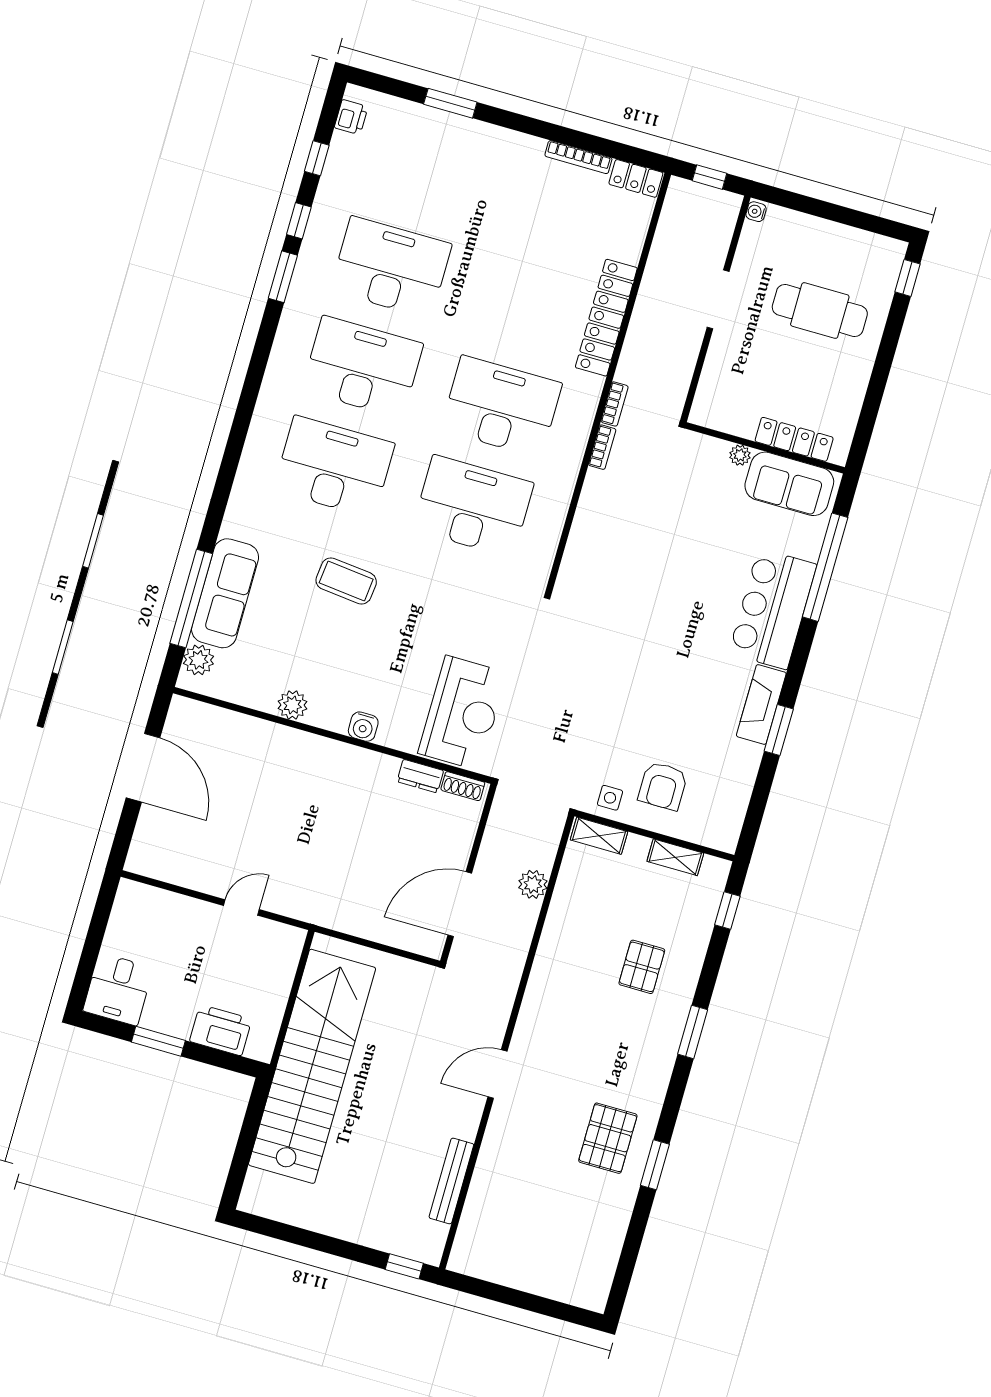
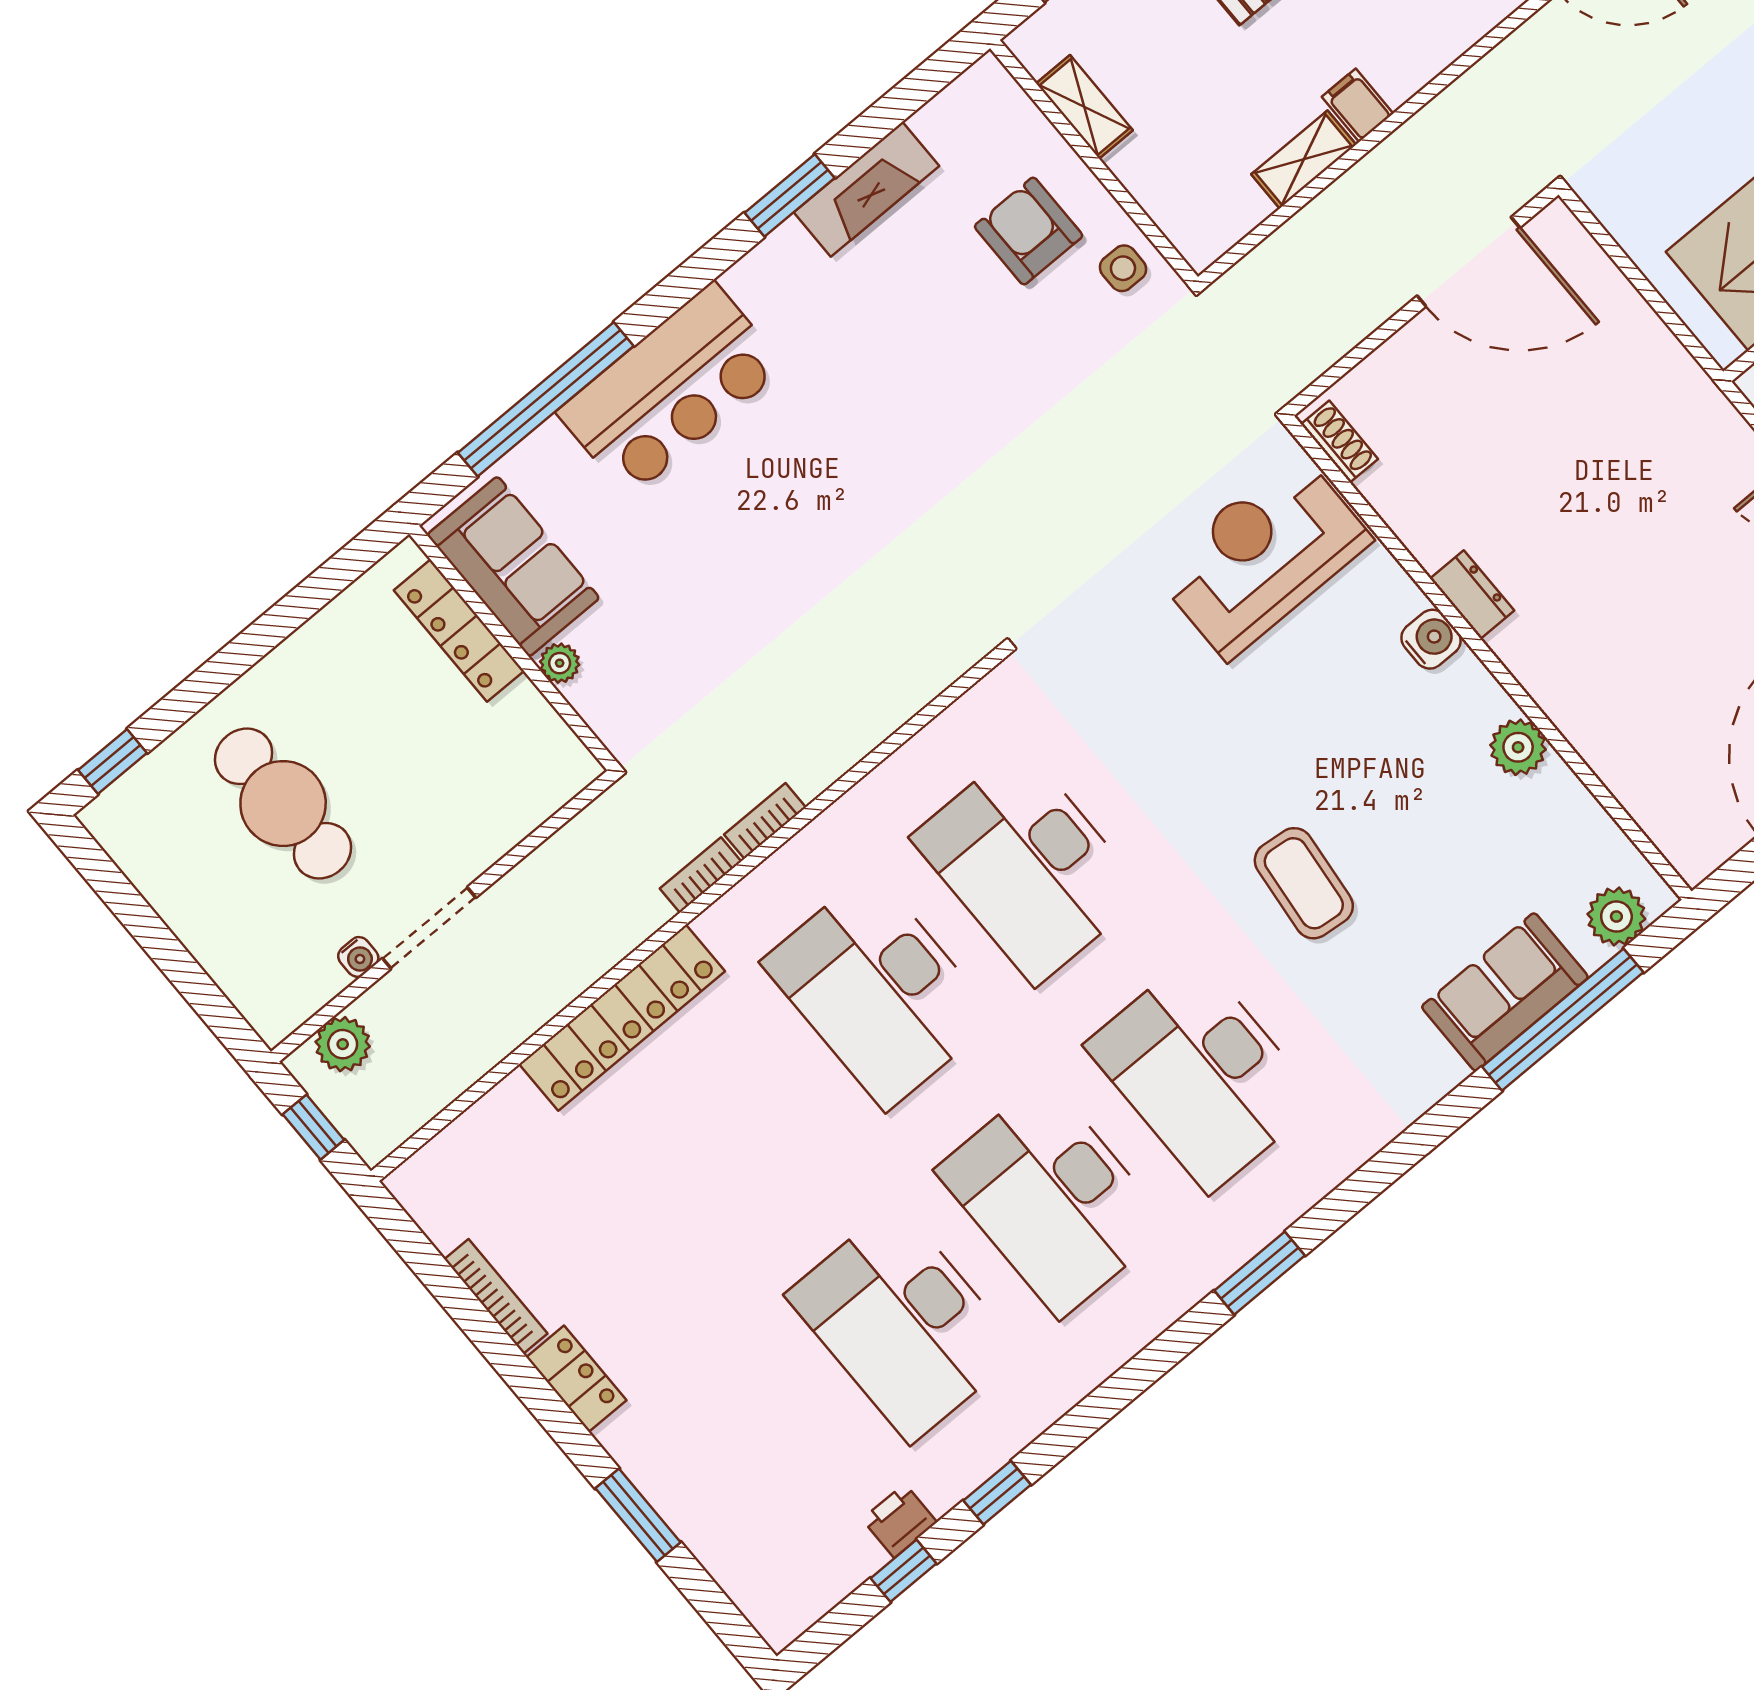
printer: (351, 117) -> (899, 1521), moved
locker: (636, 178) -> (576, 1379), moved
water cooler: (756, 212) -> (358, 957), moved
window: (283, 277) -> (1260, 1273), moved
sofa: (225, 593) -> (1505, 992), width x0.73
fireplace: (761, 704) -> (867, 189), moved
dresser: (420, 776) -> (1472, 595), moved
armchair: (663, 786) -> (1029, 231), turned -90
shelving: (599, 836) -> (1304, 159), moved, turned 90
plant: (533, 884) -> (343, 1044), moved
filing cabinet: (556, 940) -> (1357, 105), added

